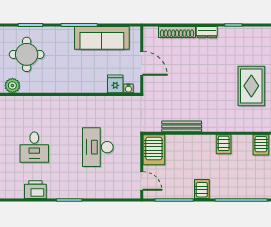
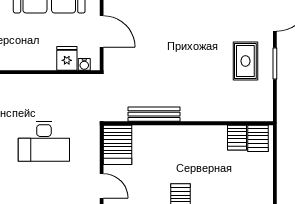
rug: (251, 86) -> (245, 61), width x0.73, depth x0.70
server rack: (224, 144) -> (237, 138), moved
desk: (98, 147) -> (44, 141), turned -90

